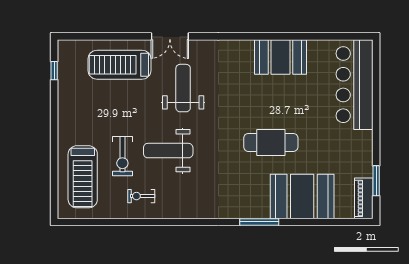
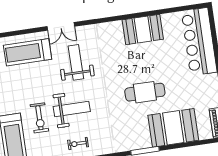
weight bench: (168, 151) -> (72, 109), turned 180
exercise bike: (141, 196) -> (78, 144), moved

